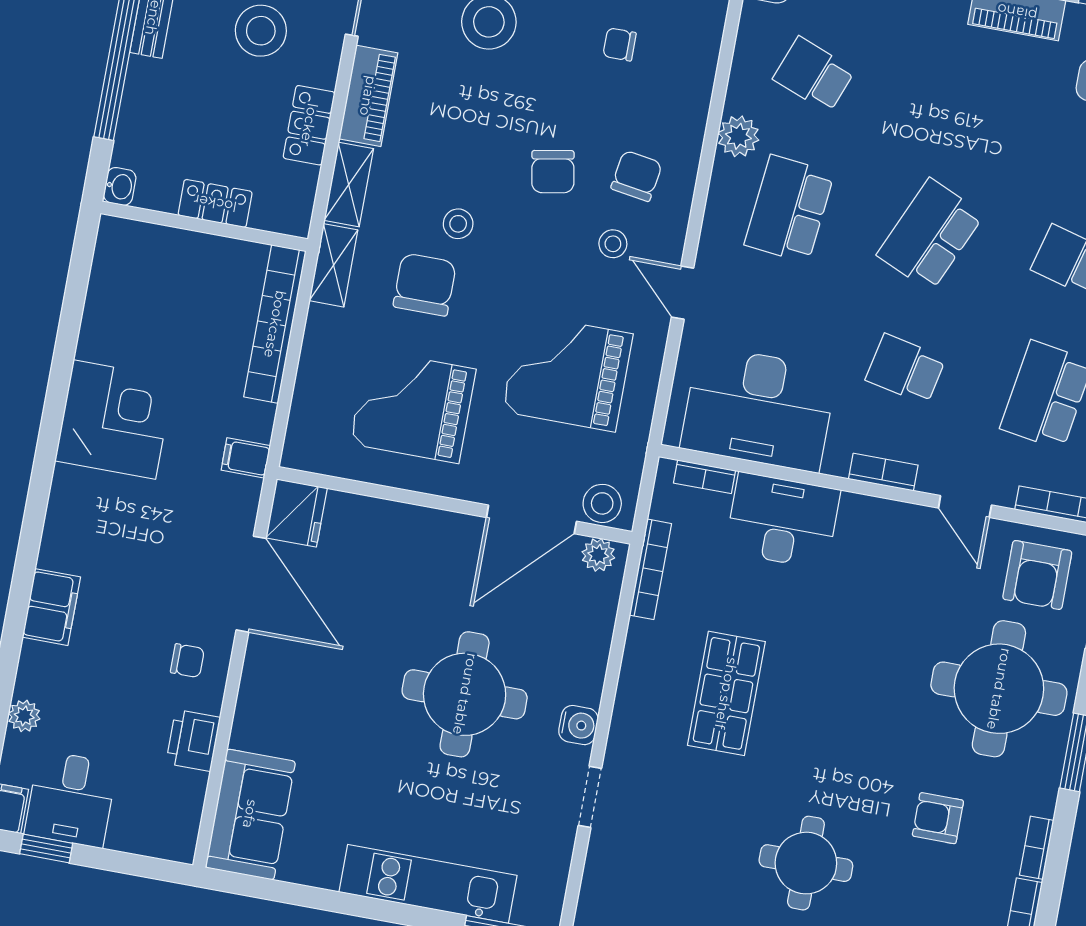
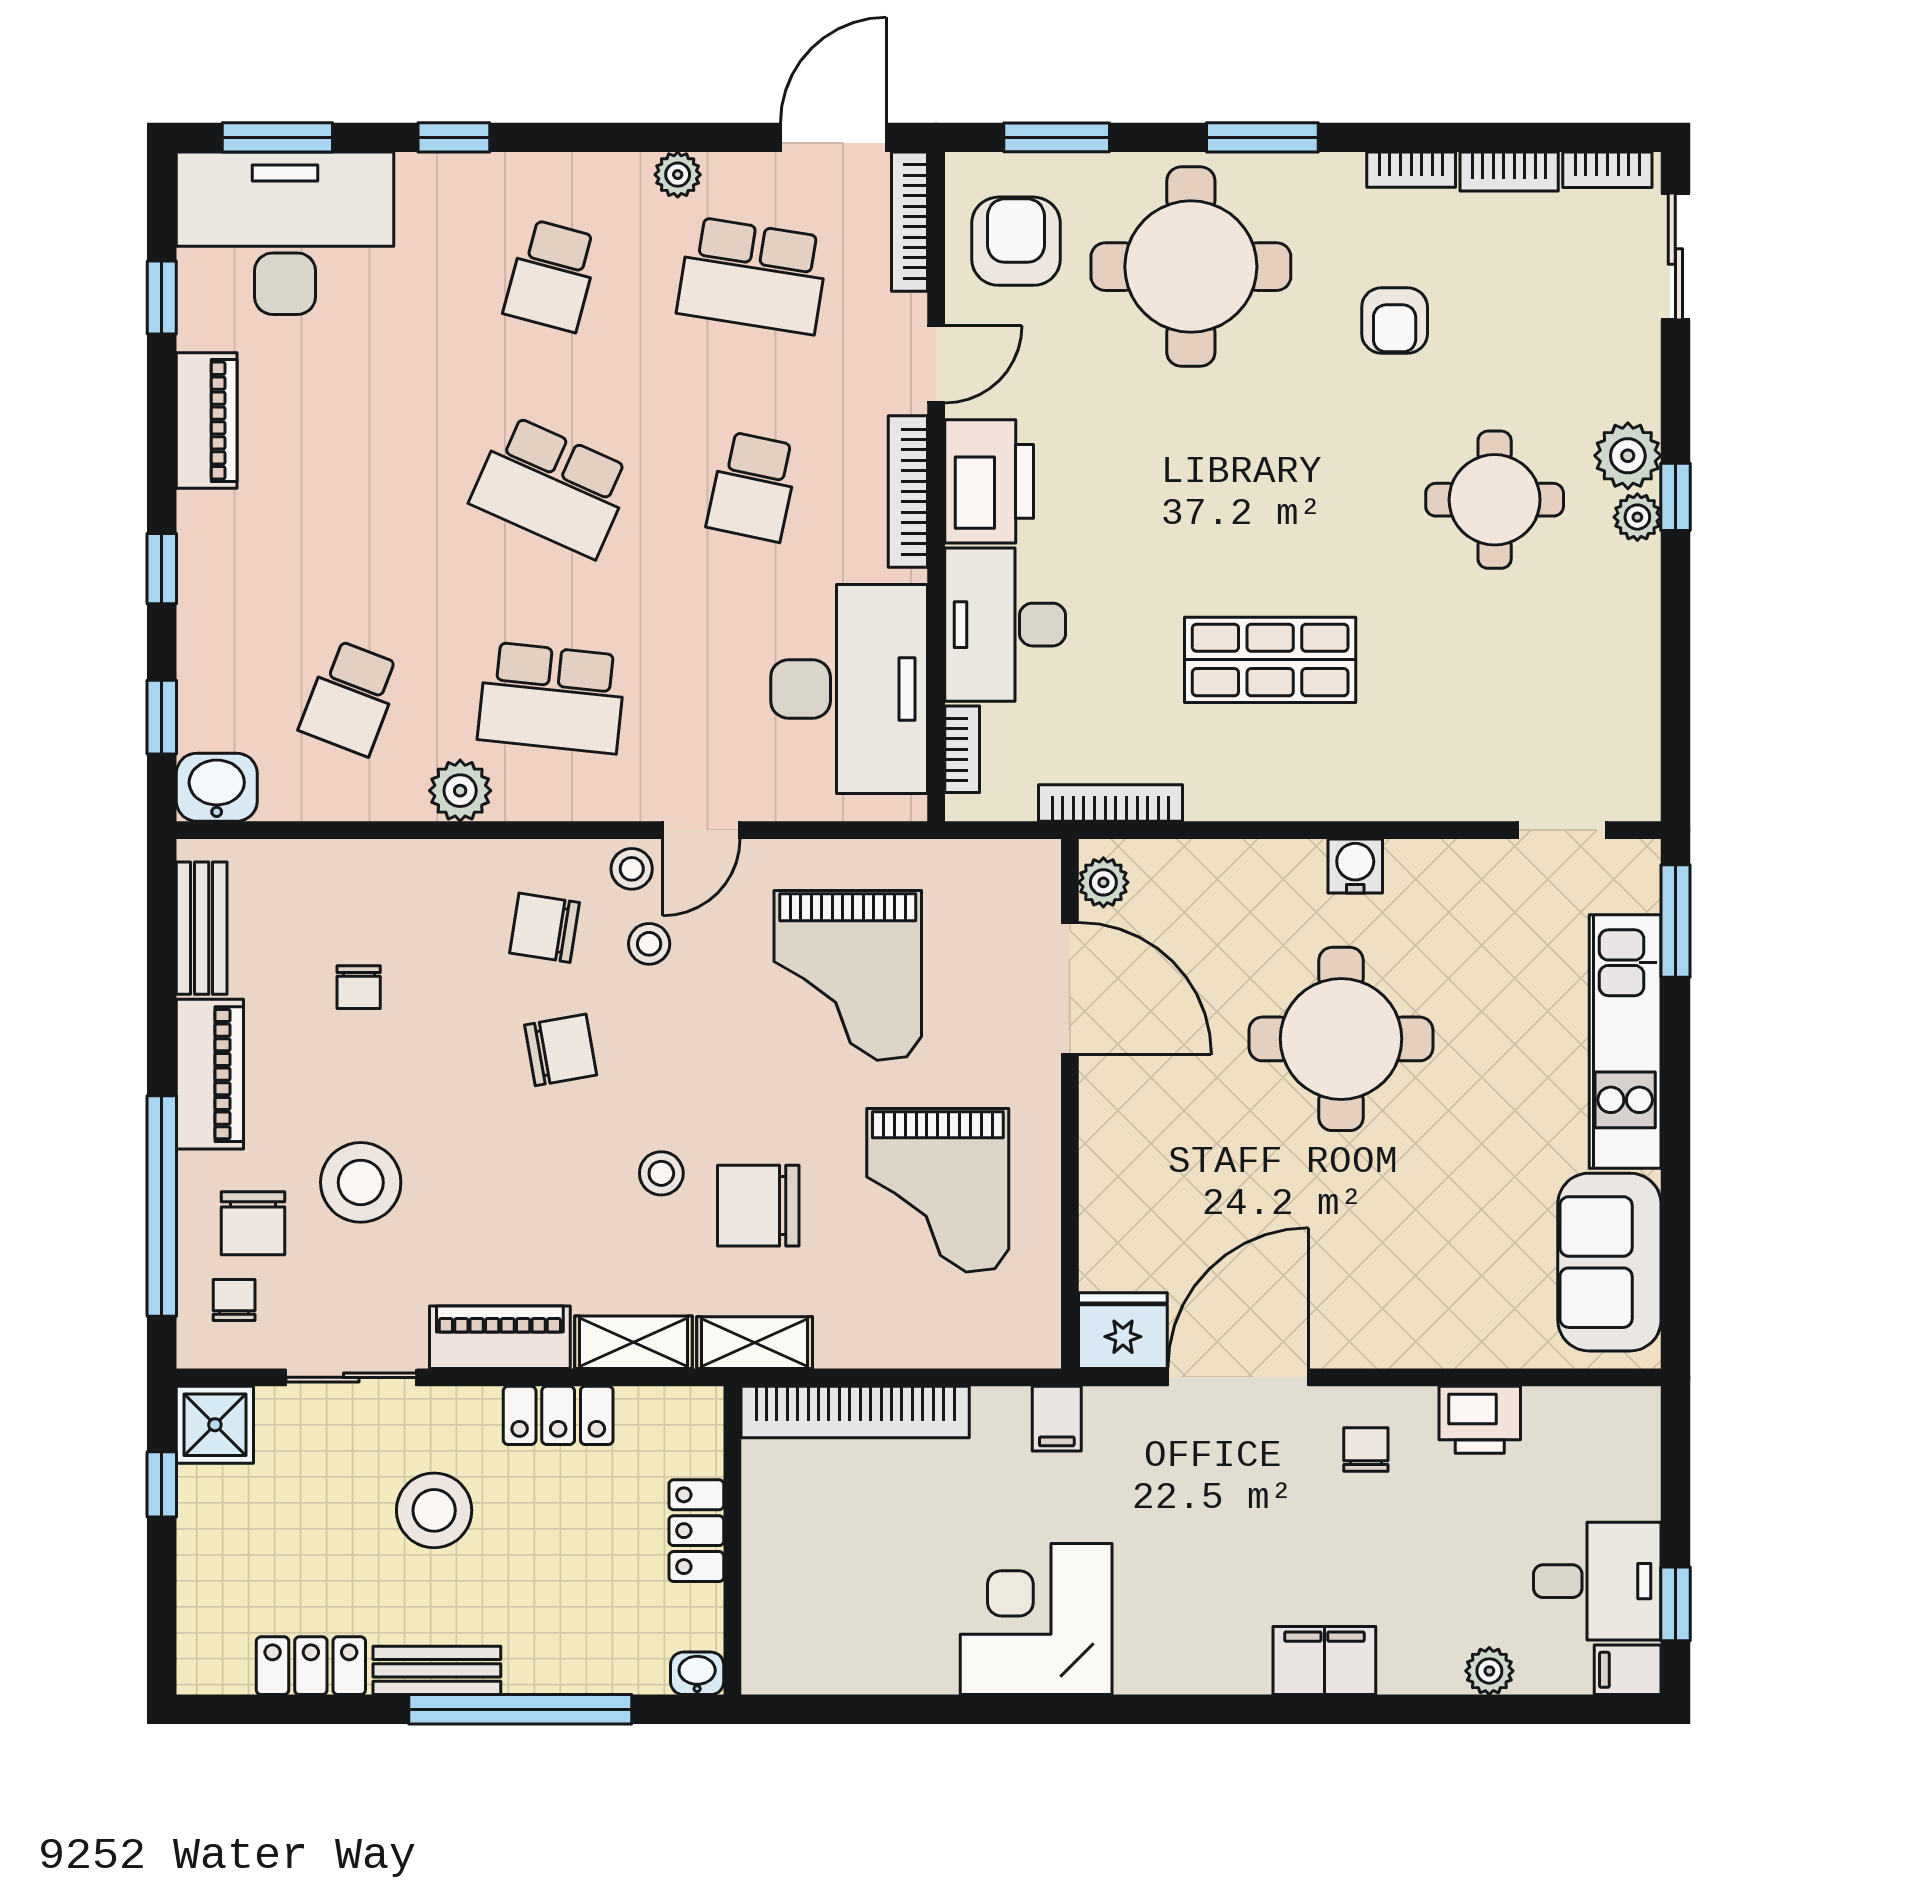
bookcase: (883, 472) -> (908, 492), width x1.56
stool: (602, 503) -> (632, 869), moved, width x0.73, depth x0.73
printer: (880, 528) -> (989, 481), added
armchair: (1037, 575) -> (1016, 241), turned -90
doorway: (590, 797) -> (1562, 830), moved
sofa: (250, 814) -> (1609, 1262), moved, turned -90

